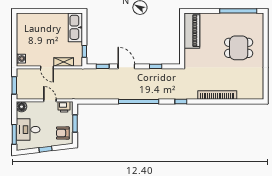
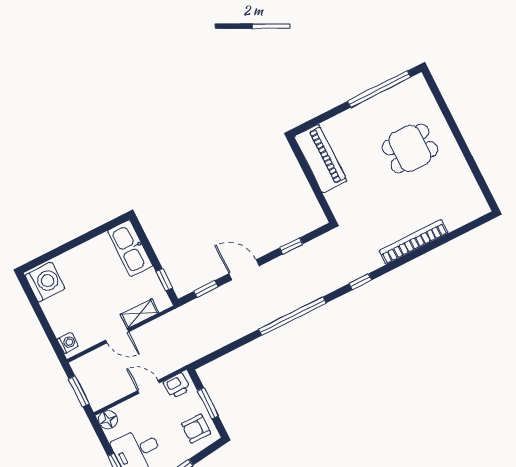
washing machine: (25, 23) -> (45, 282), added

